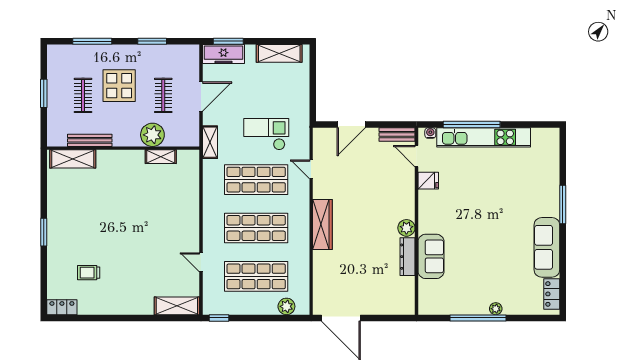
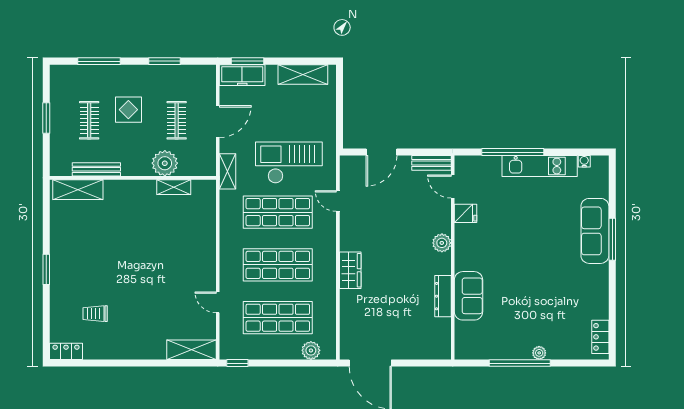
display table: (119, 86) -> (128, 110), width x0.73, depth x0.73
water cooler: (430, 133) -> (584, 161), moved
checkout: (266, 134) -> (289, 163), width x1.36, depth x1.21
kitchen unit: (484, 137) -> (540, 166), width x0.73
wardrobe: (322, 225) -> (350, 270), width x0.67
plant: (406, 228) -> (442, 243), moved
sofa: (547, 247) -> (595, 231), moved

